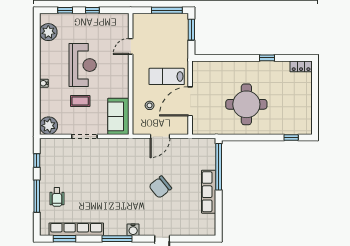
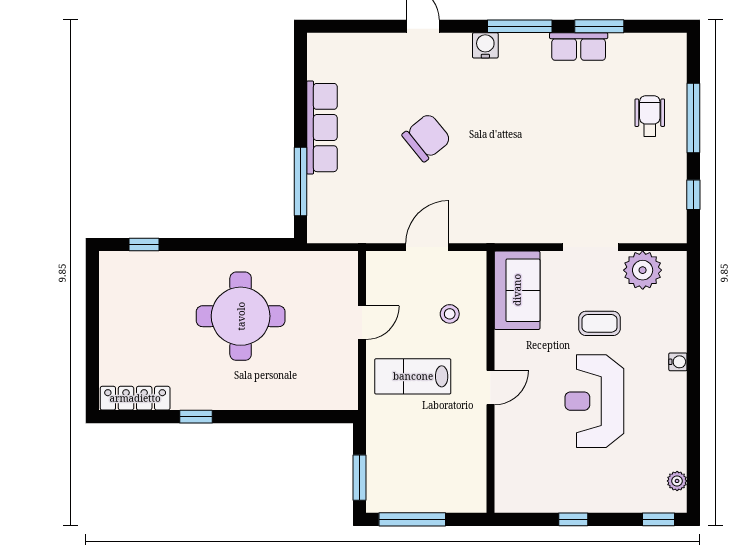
window: (65, 10) -> (659, 519), moved
plant: (48, 32) -> (677, 481), width x0.53, depth x0.53
door: (131, 46) -> (490, 388), moved
locker: (301, 66) -> (135, 398), width x1.53
lab bench: (167, 76) -> (413, 376), turned 180
door: (190, 101) -> (362, 323), width x0.53
plant: (49, 126) -> (643, 270), moved
window: (219, 167) -> (300, 182), width x0.68
row of seats: (76, 229) -> (579, 47), width x0.50
window: (64, 239) -> (599, 26), moved

